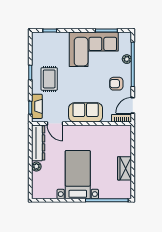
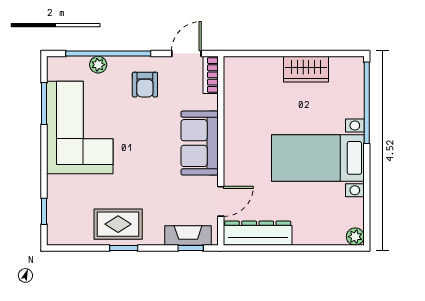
rug: (49, 79) -> (118, 224), moved
door: (133, 105) -> (186, 54), swing flipped
plant: (36, 167) -> (355, 237), moved

